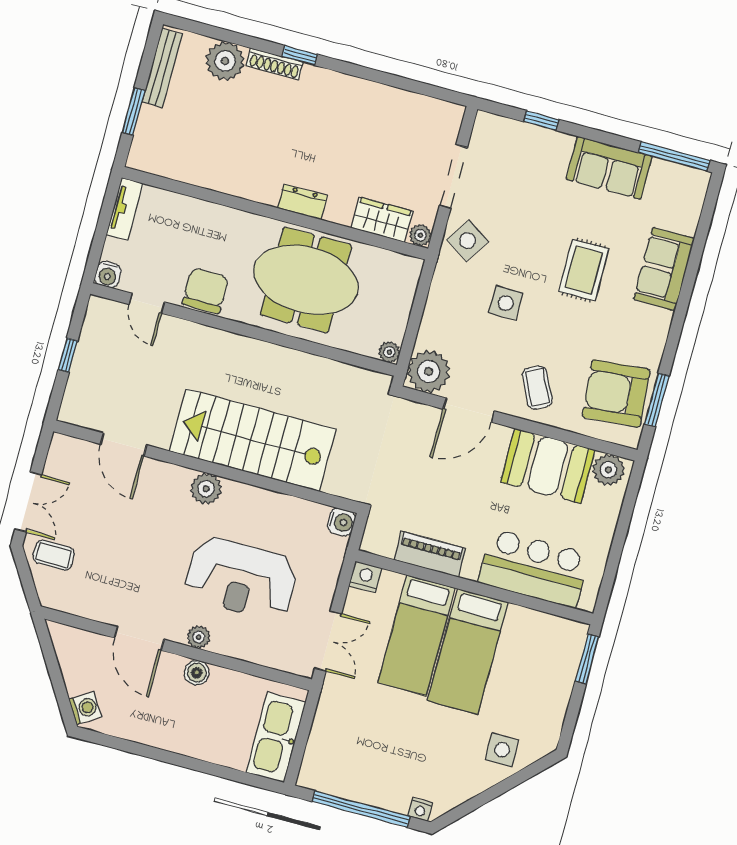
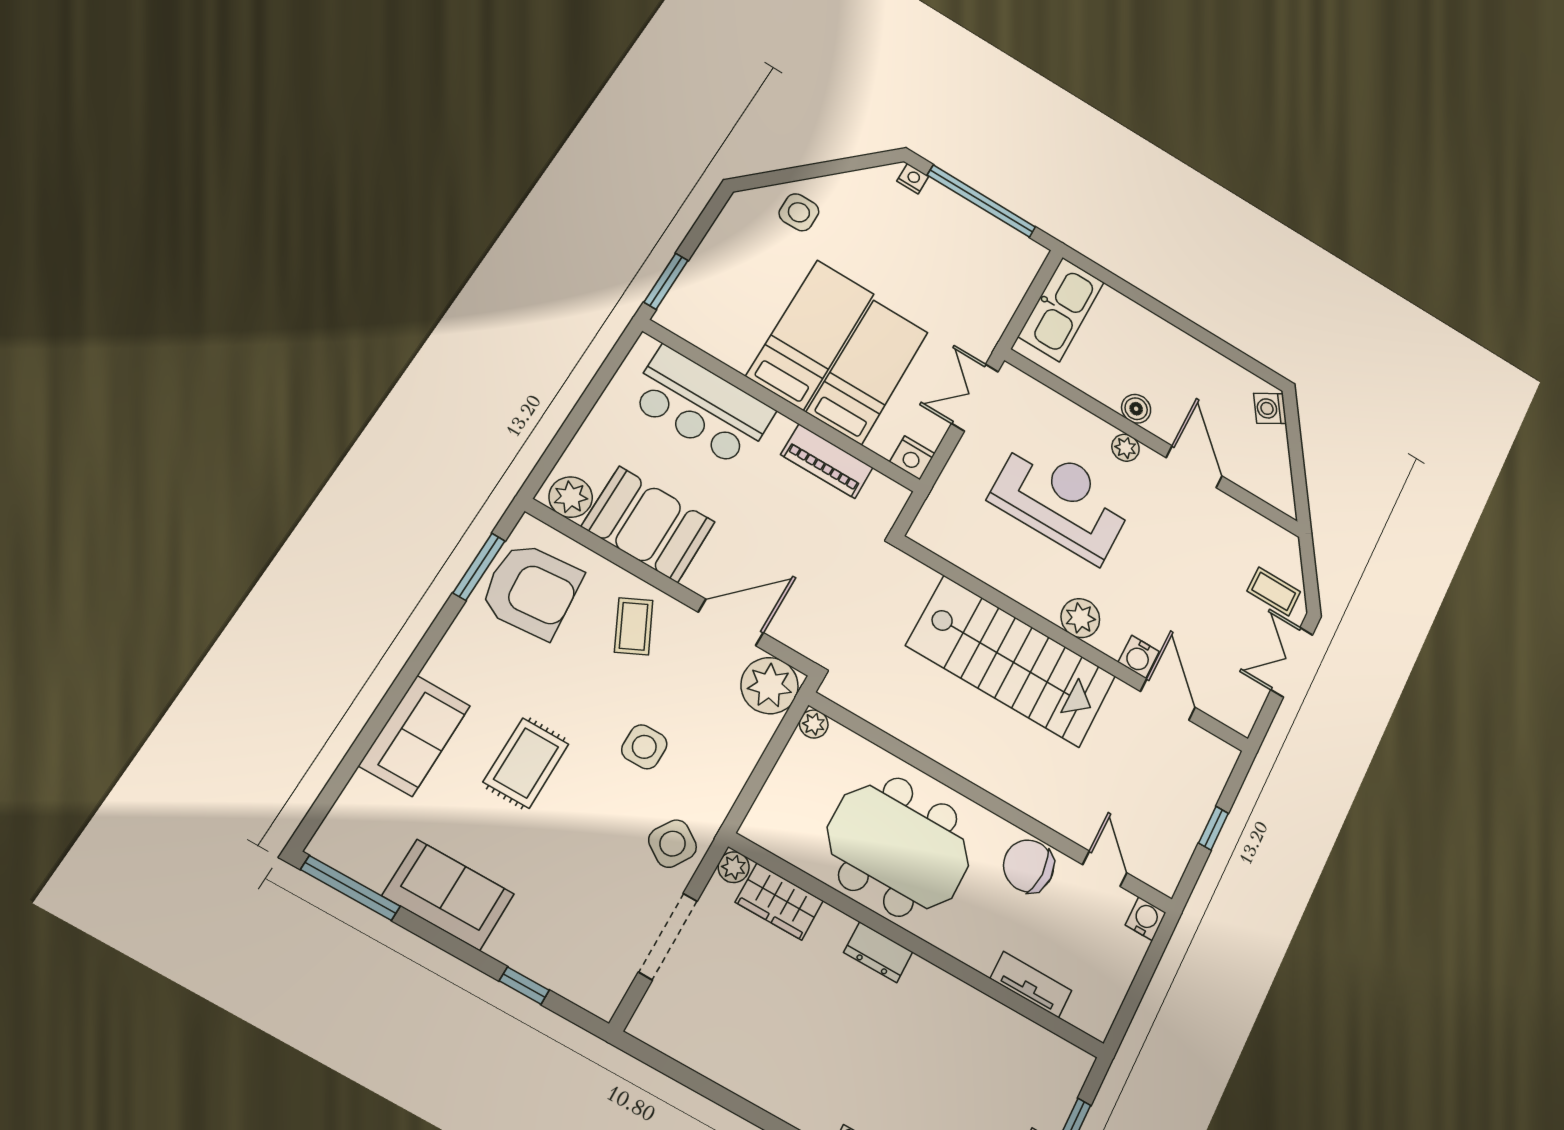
tv unit: (125, 209) -> (1031, 985), moved, turned 90
chair: (205, 291) -> (1029, 866), turned 90
water cooler: (341, 522) -> (1139, 657), moved, turned -90

